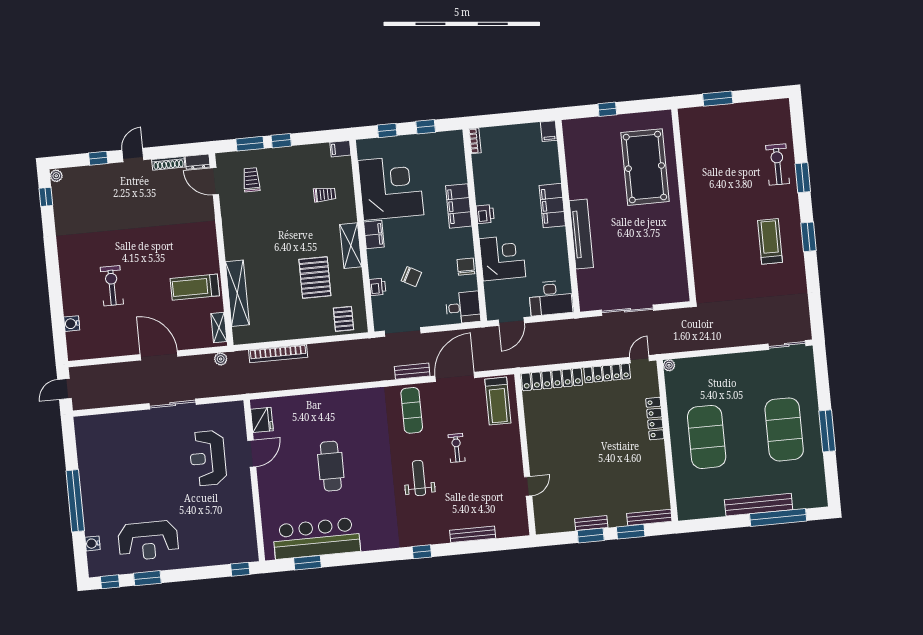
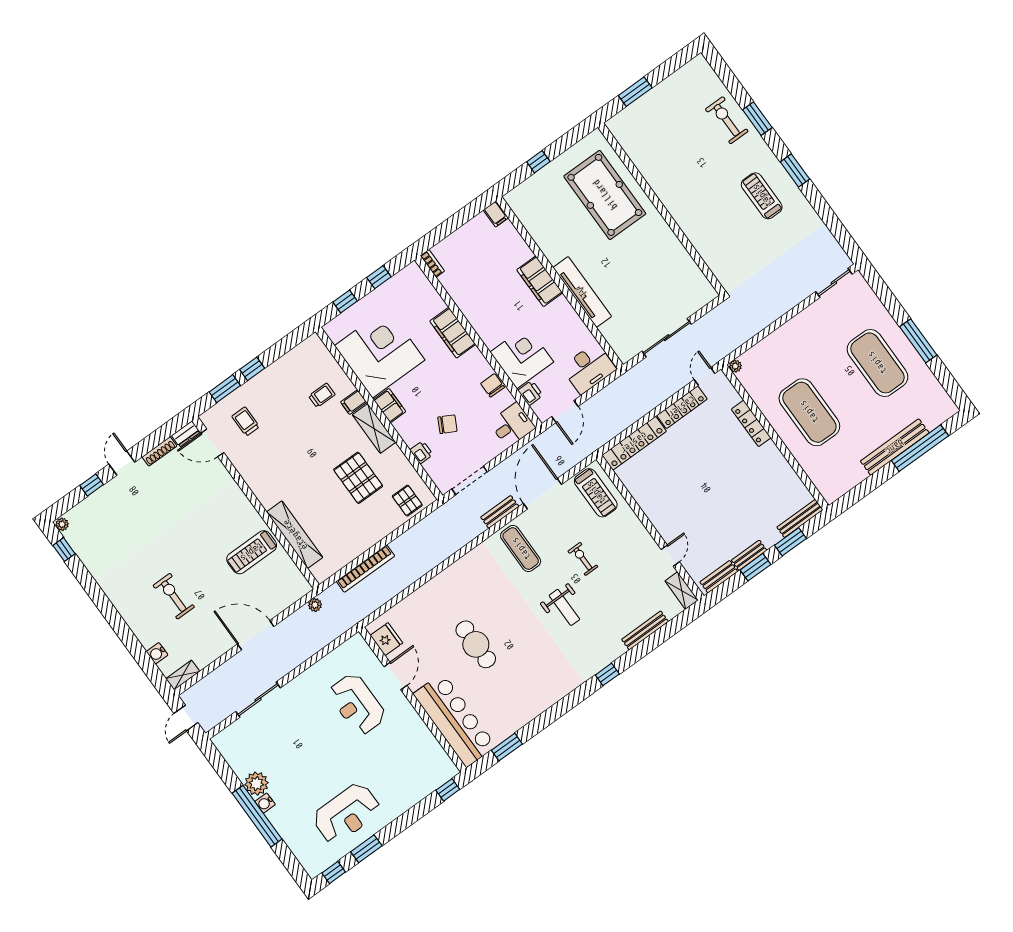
filing cabinet: (340, 149) -> (354, 402), moved
printer: (485, 214) -> (530, 393), moved
shelving: (219, 327) -> (183, 675), moved, turned 90
sliding door: (173, 404) -> (258, 700), moved
plant: (90, 474) -> (256, 784), added
weight bench: (419, 478) -> (564, 607), turned 180
shelving: (521, 519) -> (682, 590), added
bench: (557, 526) -> (719, 577), added
bar counter: (316, 538) -> (455, 720), moved, turned 90
water cooler: (93, 543) -> (265, 803), moved

